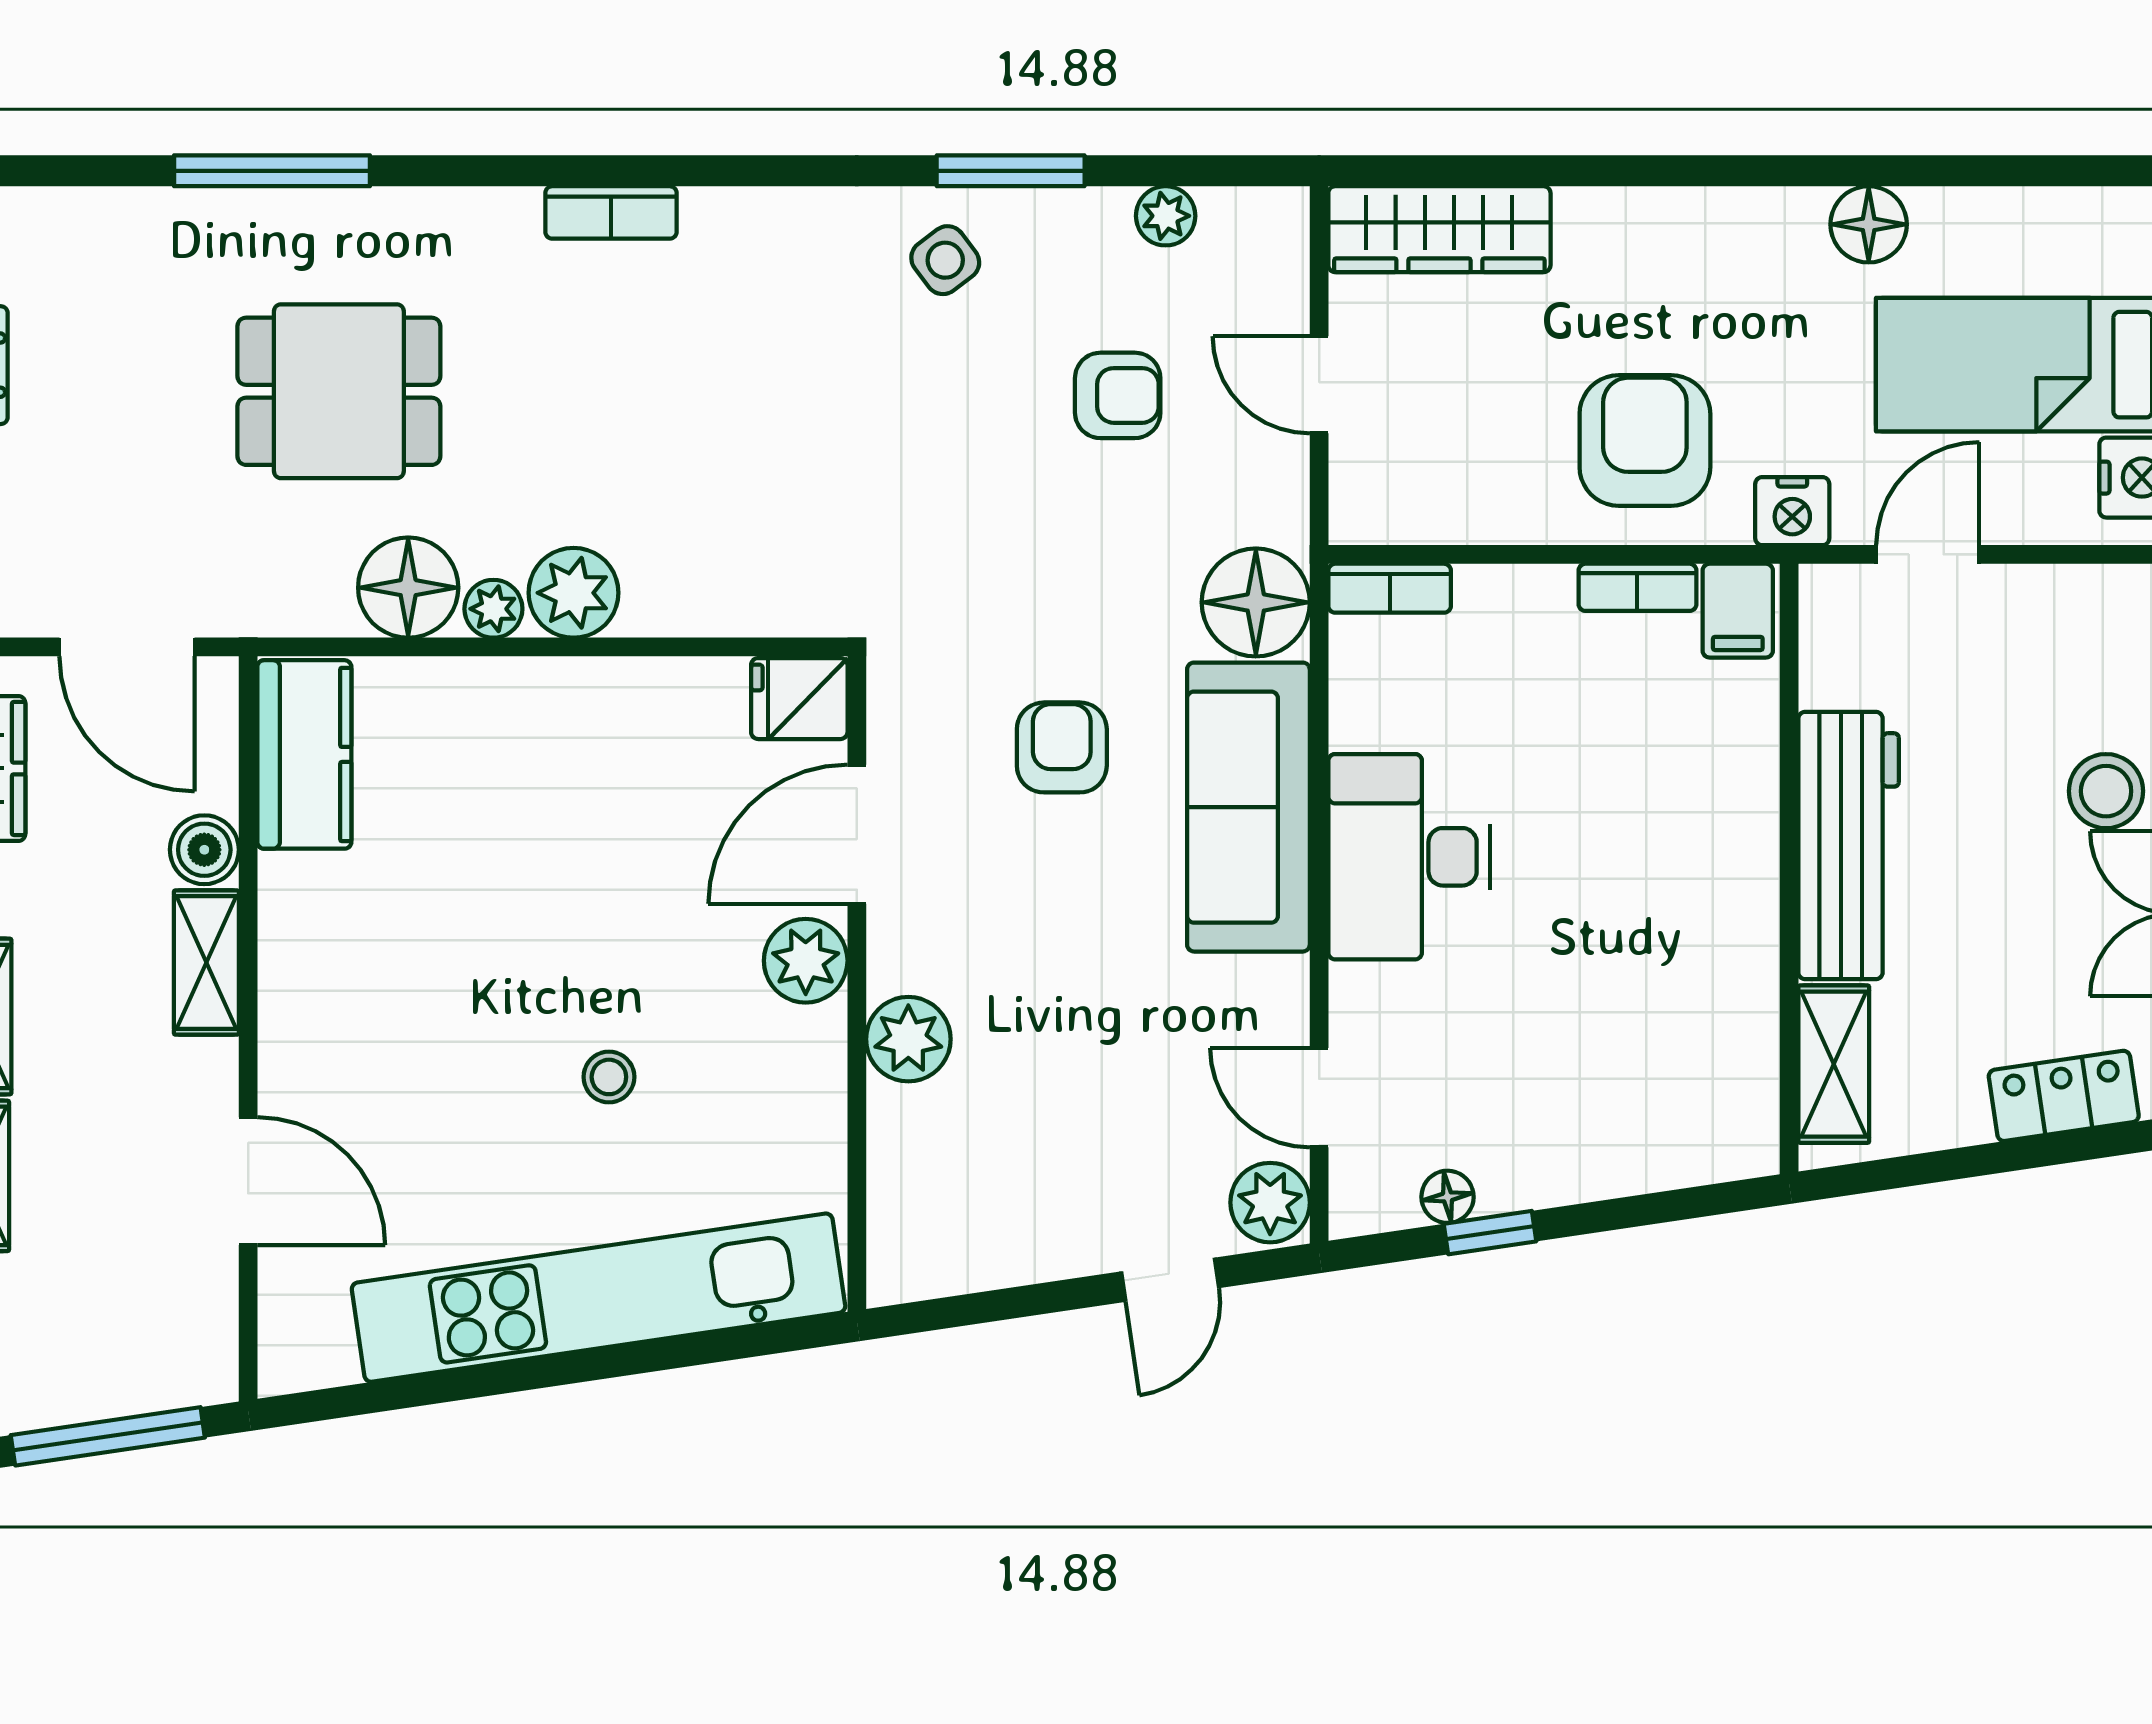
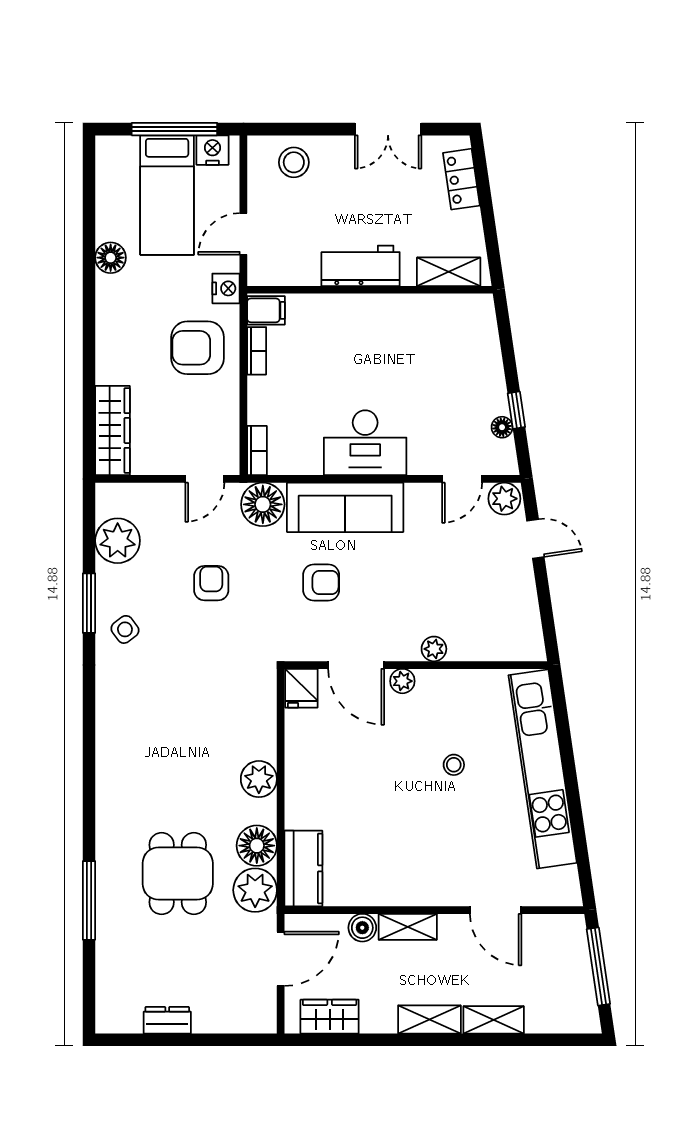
bookcase: (611, 212) -> (106, 764), removed
plant: (1166, 216) -> (118, 541), width x1.88, depth x1.88
door: (1319, 385) -> (205, 479), moved
armchair: (1118, 395) -> (211, 583), moved
door: (1928, 554) -> (243, 234), hinge flipped
plant: (493, 609) -> (255, 890), moved, width x1.87, depth x1.87
armchair: (1062, 747) -> (321, 582), turned 180
kitchen counter: (304, 754) -> (303, 868), moved, turned 90
stool: (2106, 791) -> (294, 162), moved
workbench: (1849, 846) -> (361, 266), width x0.73
plant: (806, 961) -> (402, 681), width x0.73, depth x0.73
plant: (908, 1039) -> (434, 649), width x0.73, depth x0.73
door: (248, 1181) -> (496, 910), swing flipped

